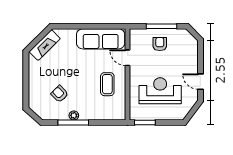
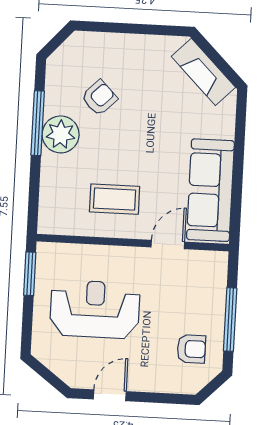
armchair: (160, 44) -> (191, 349), moved
reception desk: (160, 91) -> (95, 309), turned -90
plant: (74, 115) -> (61, 134), width x1.88, depth x1.88

